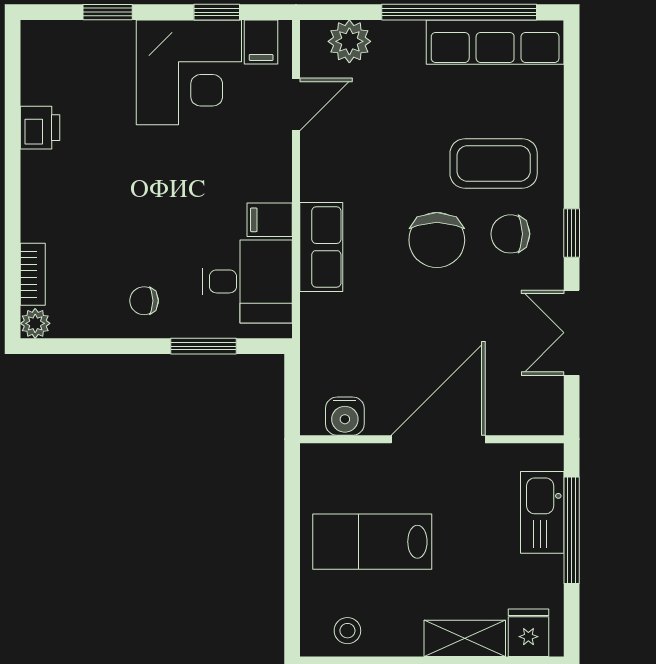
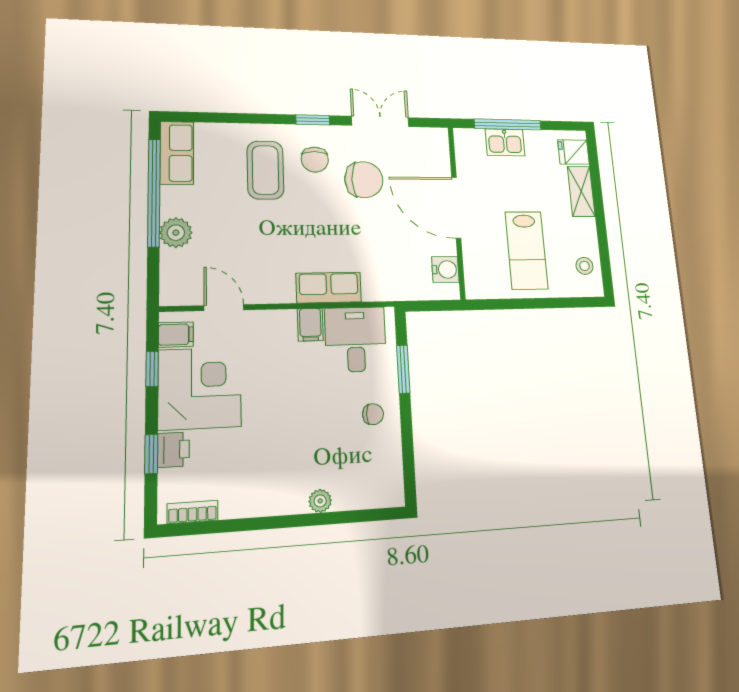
plant: (349, 41) -> (176, 233), moved
row of seats: (495, 42) -> (177, 153), width x0.68
printer: (40, 128) -> (173, 450), moved, turned 90
chair: (437, 240) -> (364, 180), moved
bookcase: (33, 274) -> (193, 512), moved
chair: (144, 301) -> (373, 414), turned -90
plant: (35, 323) -> (320, 501), moved
double door: (572, 333) -> (380, 121), swing flipped
kitchen sink: (542, 512) -> (505, 142), width x0.73

